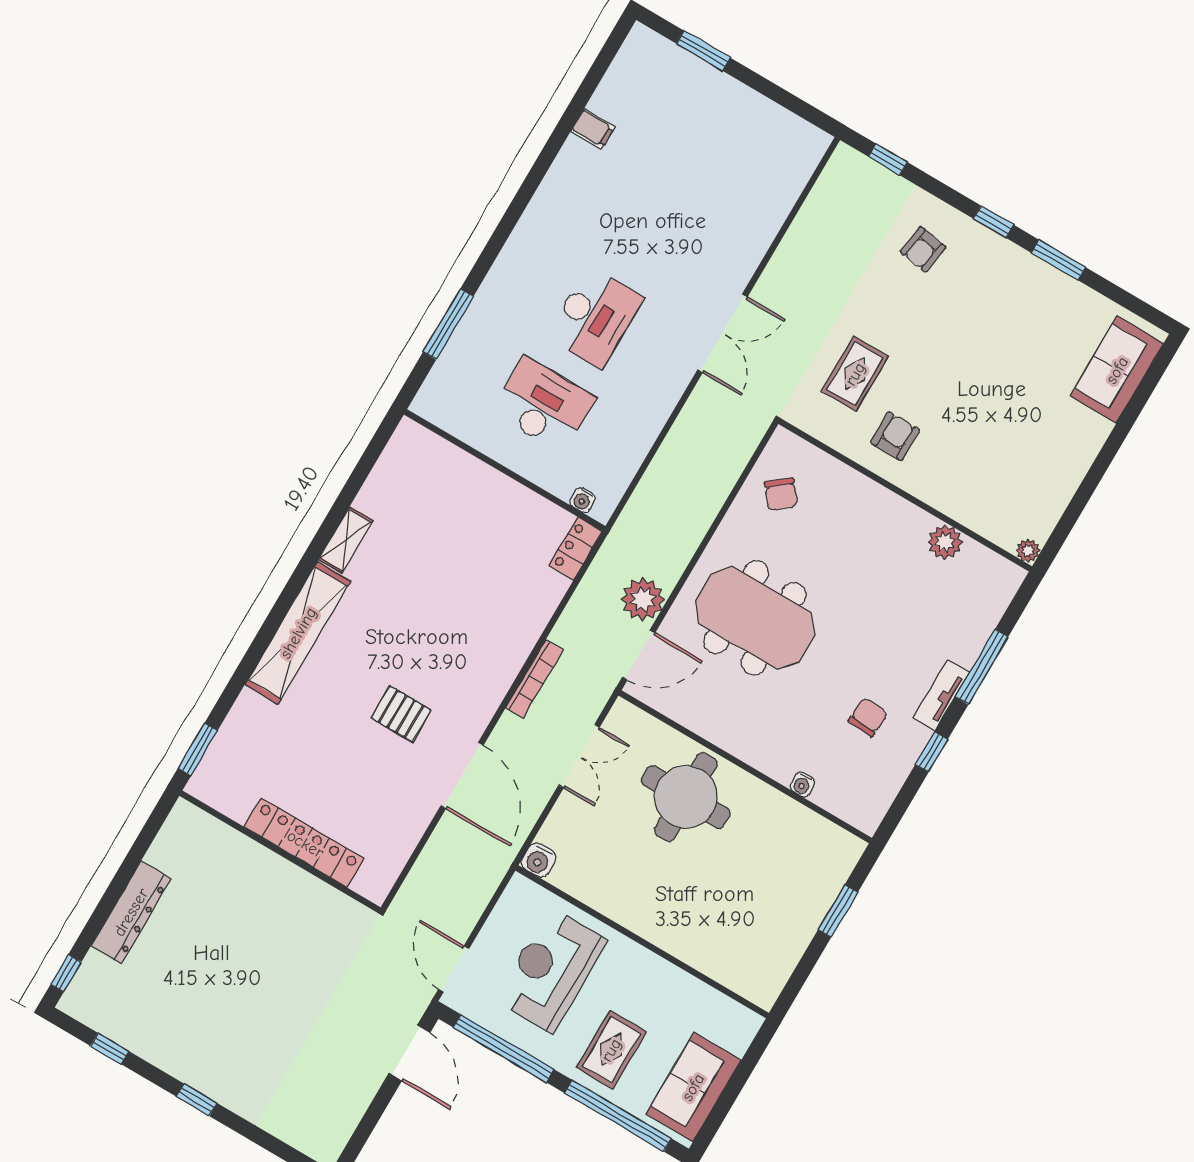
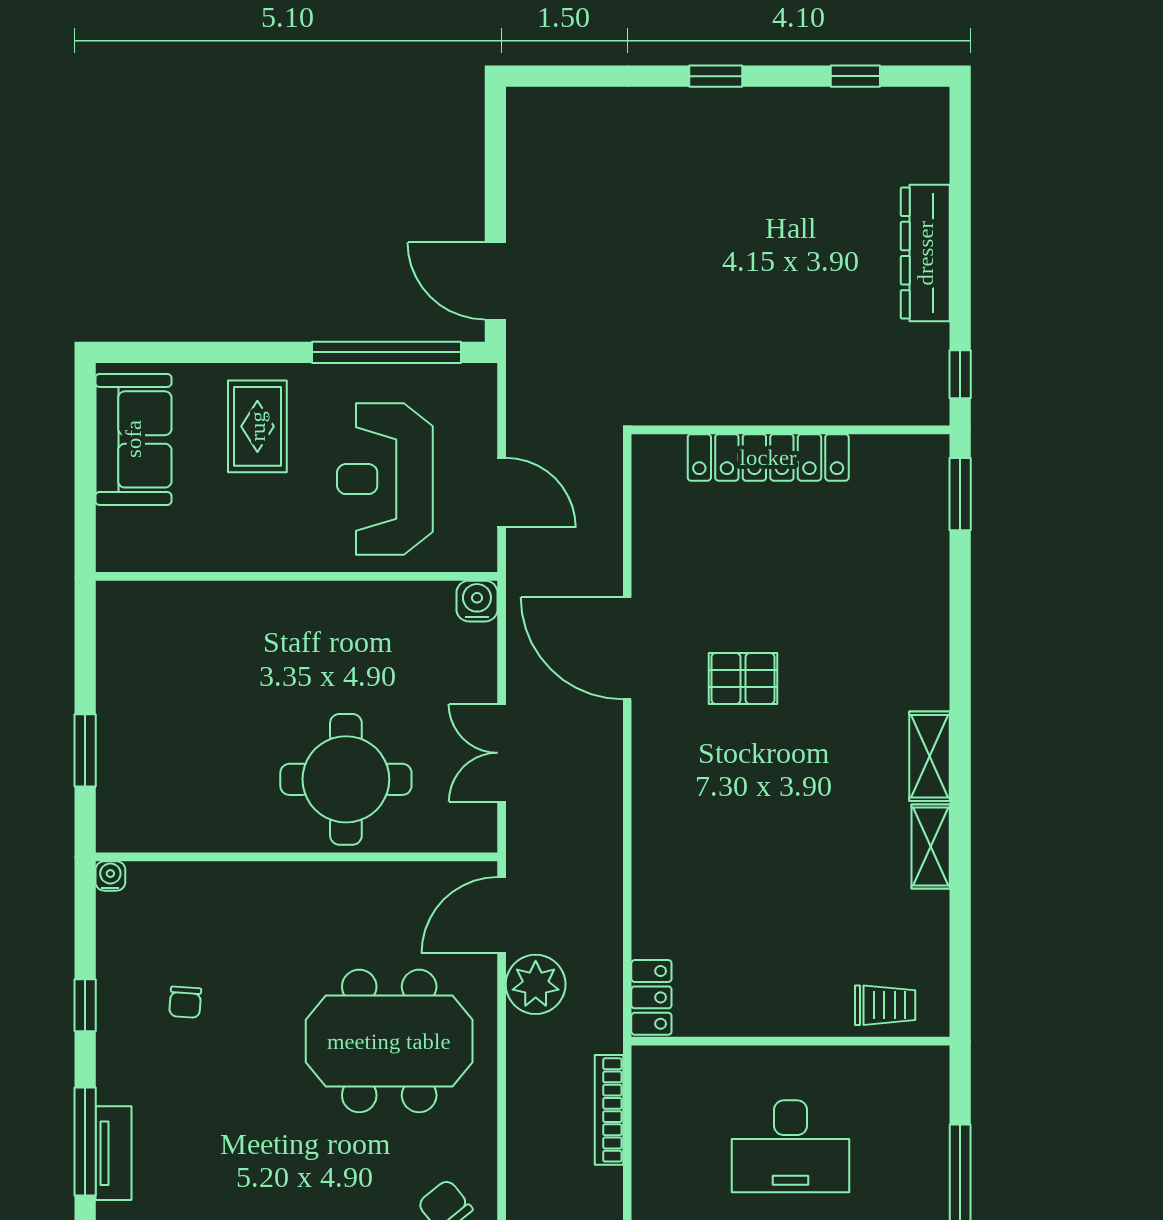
trolley: (432, 458) -> (885, 1005), added
water cooler: (583, 500) -> (677, 1060), removed
shelving: (298, 633) -> (929, 756), width x0.45, depth x0.75
bookcase: (534, 679) -> (609, 1110), moved
tv unit: (941, 695) -> (113, 1153), moved
chair: (868, 717) -> (185, 1002), width x0.73, depth x0.73
water cooler: (802, 784) -> (110, 876), moved
door: (454, 969) -> (502, 493), moved
reception desk: (551, 970) -> (385, 479), turned 180
window: (66, 973) -> (960, 374), moved
window: (618, 1116) -> (203, 352), removed

